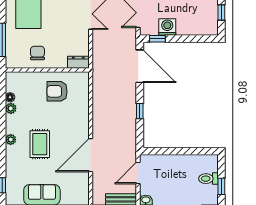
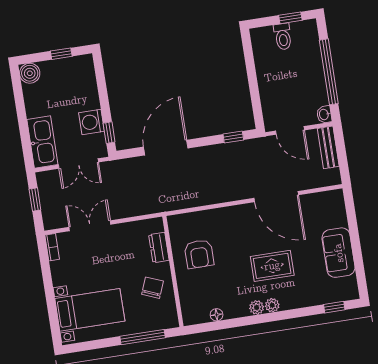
chair: (37, 53) -> (153, 288), turned 112
dresser: (78, 62) -> (159, 248), moved
door: (140, 66) -> (166, 148), moved
plant: (11, 108) -> (257, 307), moved
window: (140, 111) -> (233, 137), moved

